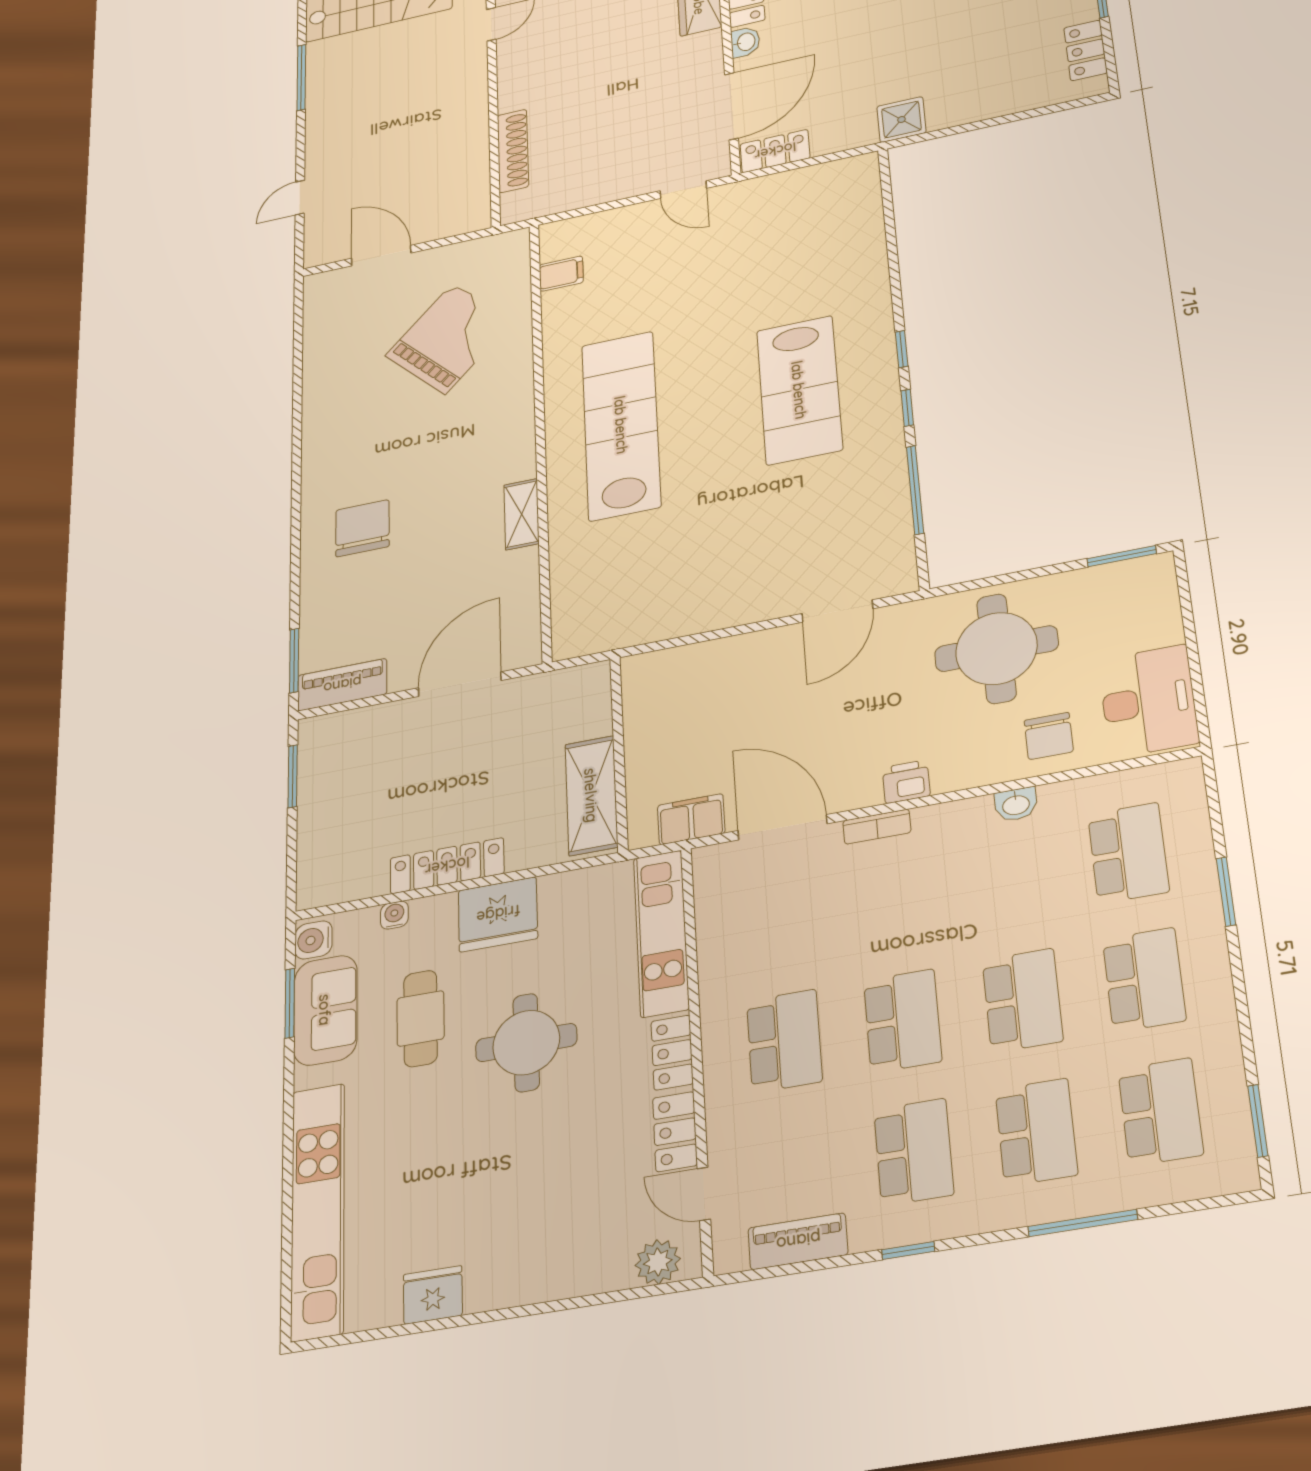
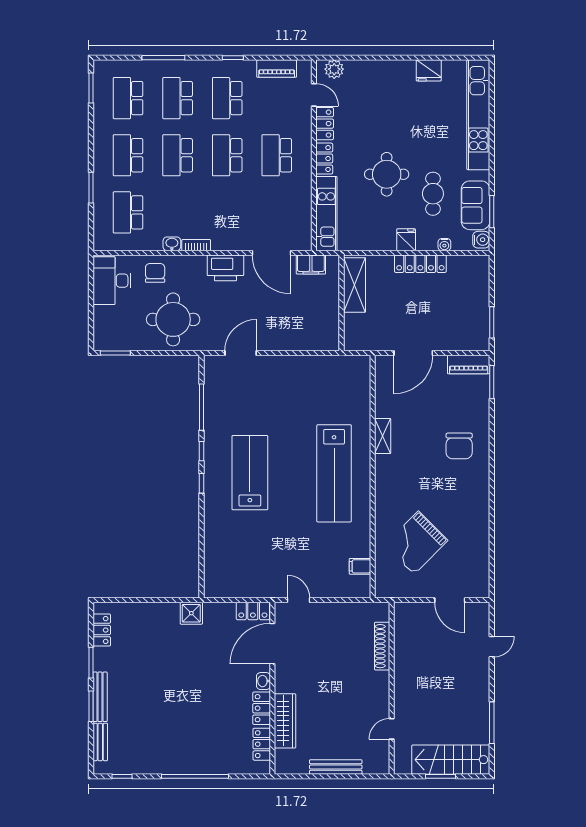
printer: (906, 782) -> (225, 268), width x1.87, depth x1.48
bookcase: (877, 827) -> (196, 245), moved
fridge: (498, 914) -> (406, 240), width x0.53, depth x0.75

